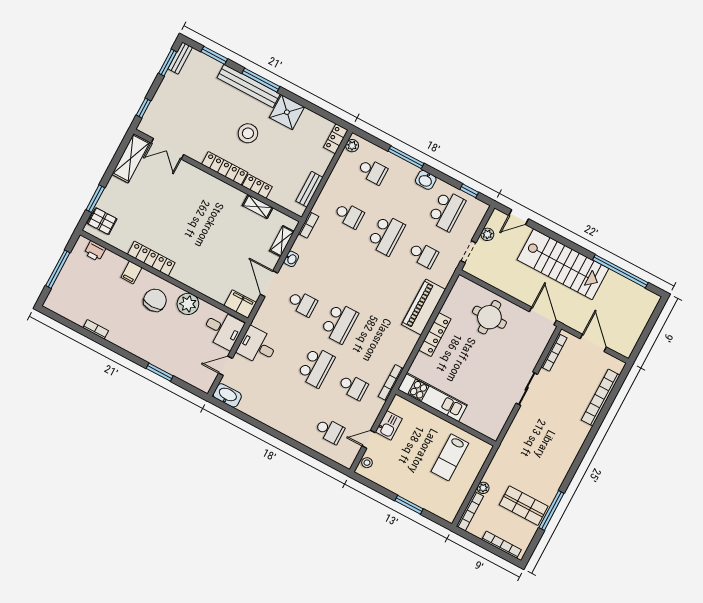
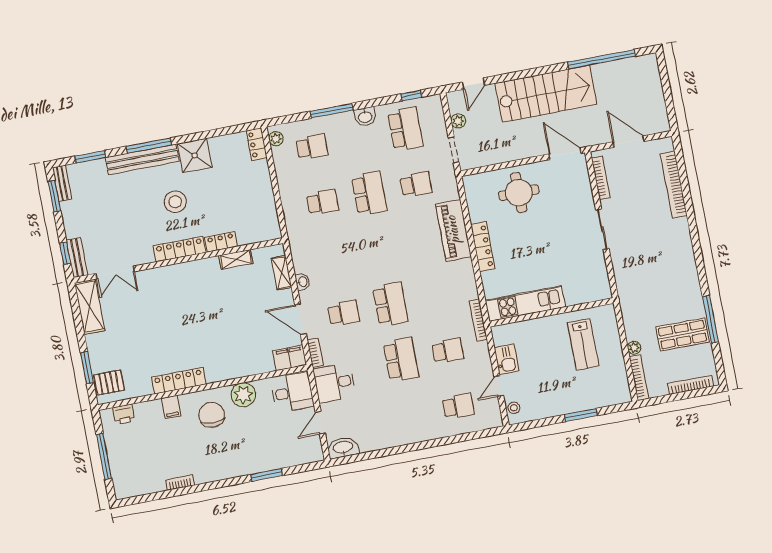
bench: (309, 189) -> (77, 258), moved
bookcase: (308, 225) -> (315, 353), moved

